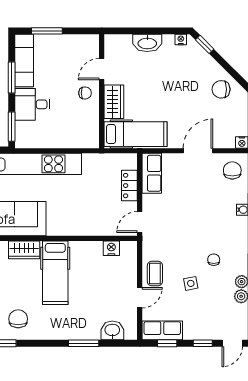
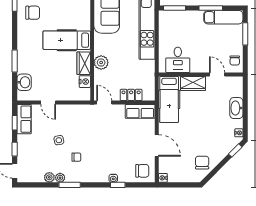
chair: (85, 93) -> (235, 60), moved
desk: (32, 104) -> (178, 60), moved, turned 180
plant: (86, 226) -> (101, 63), added
wardrobe: (24, 250) -> (84, 63), moved
coffee table: (155, 273) -> (66, 114), removed

